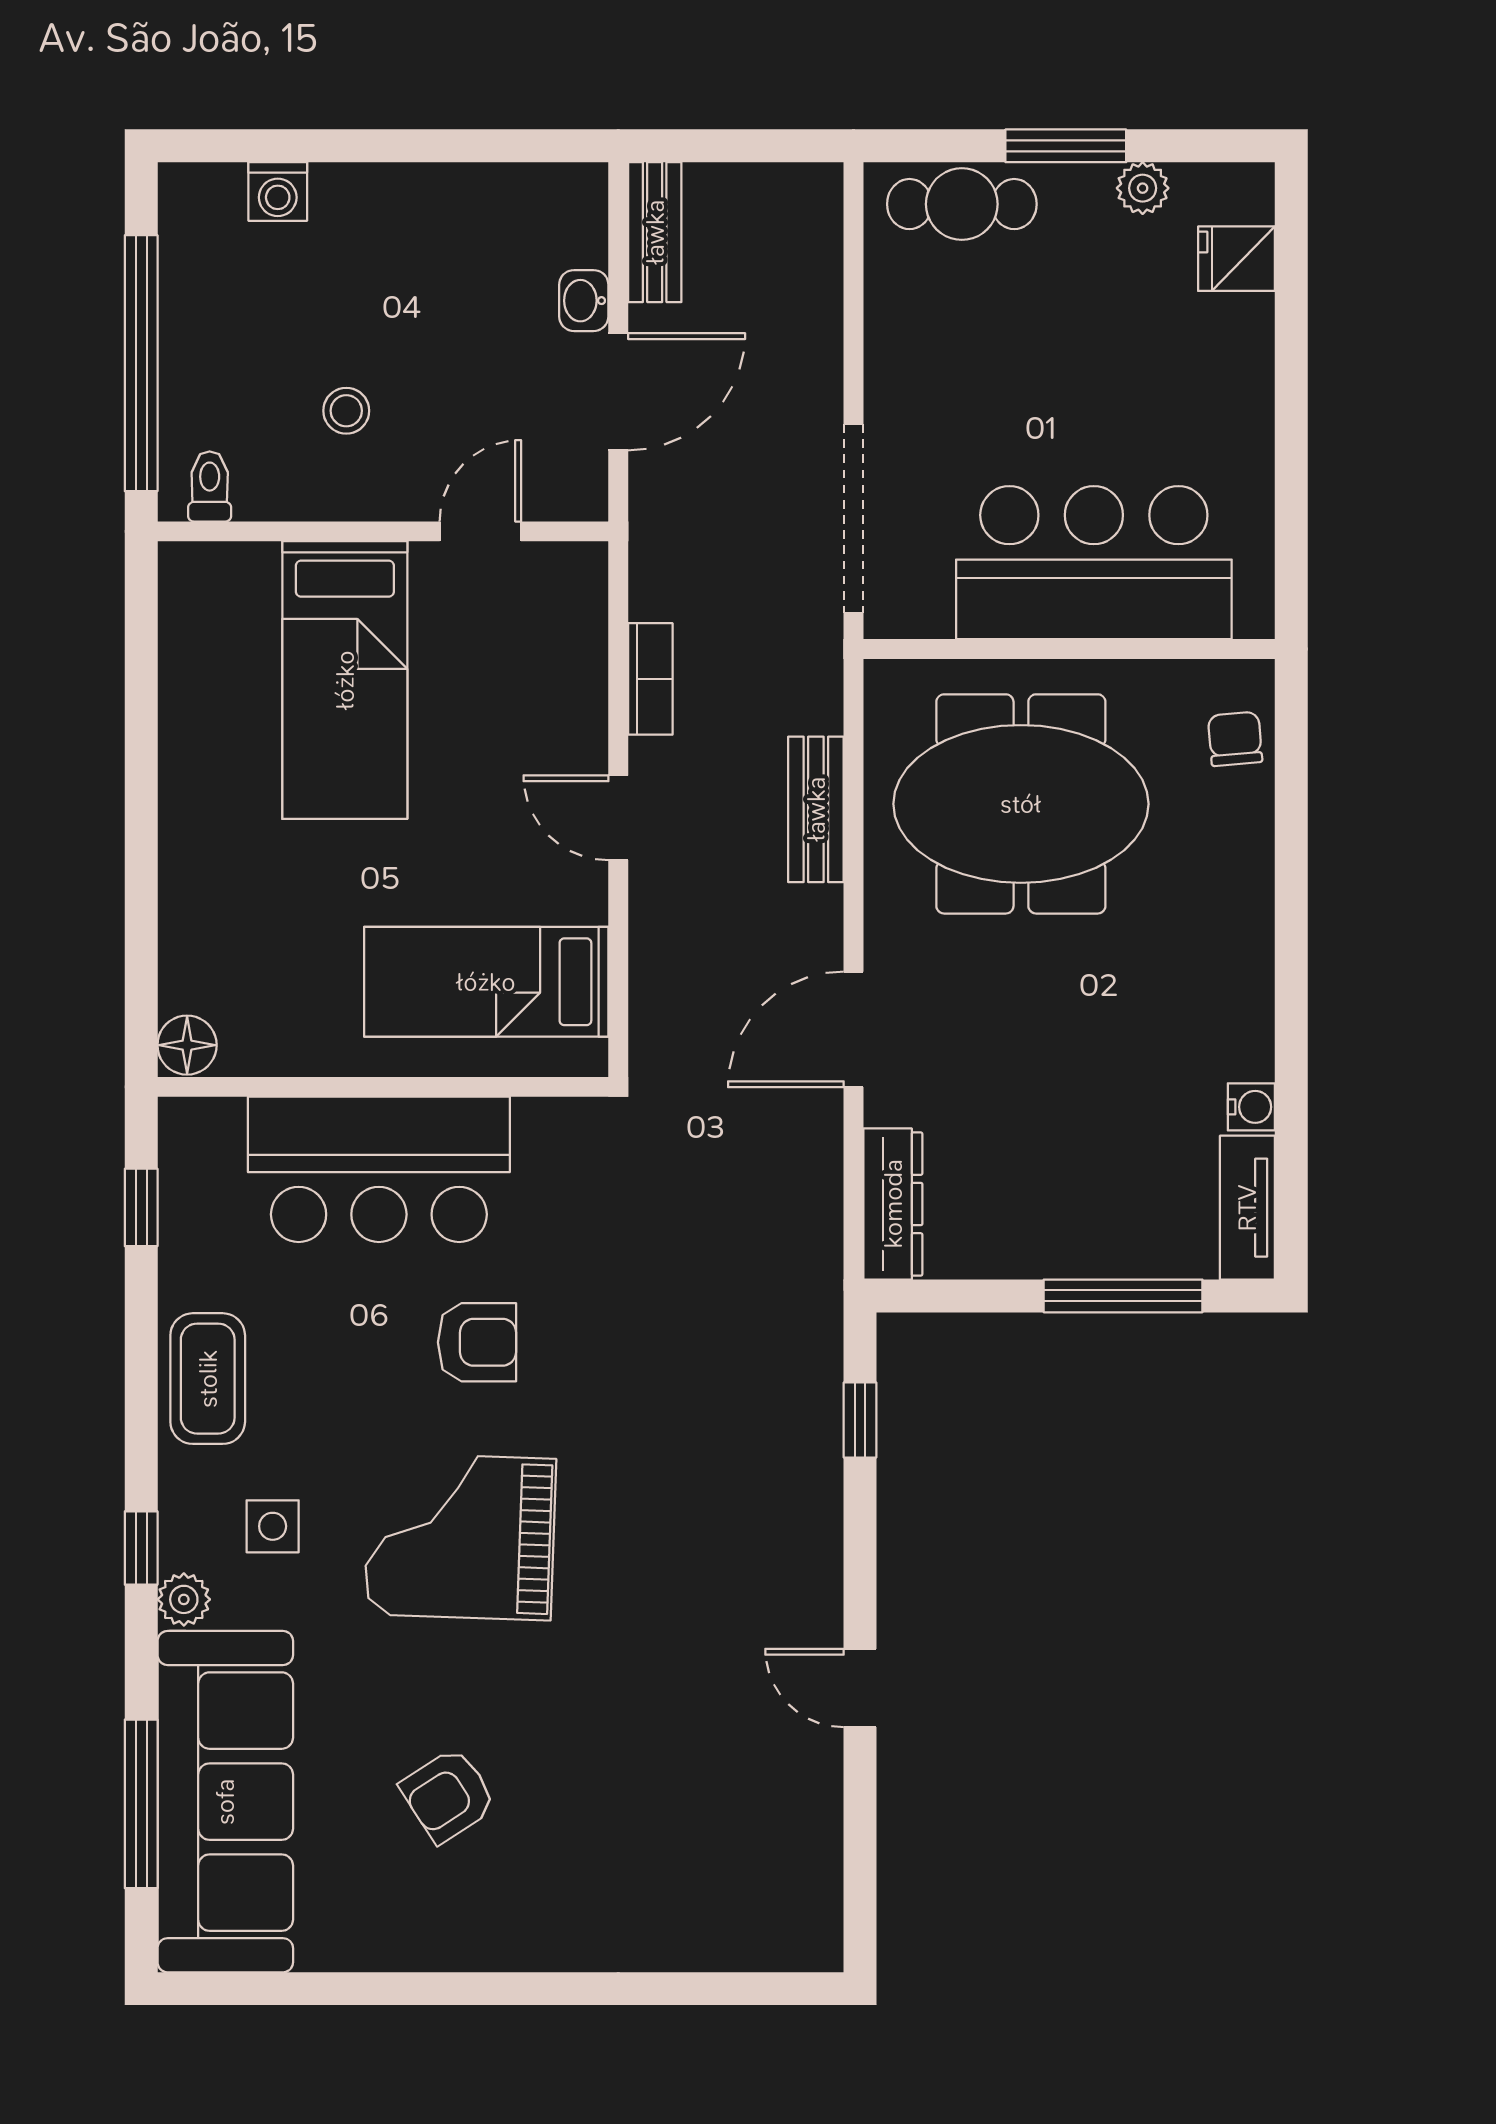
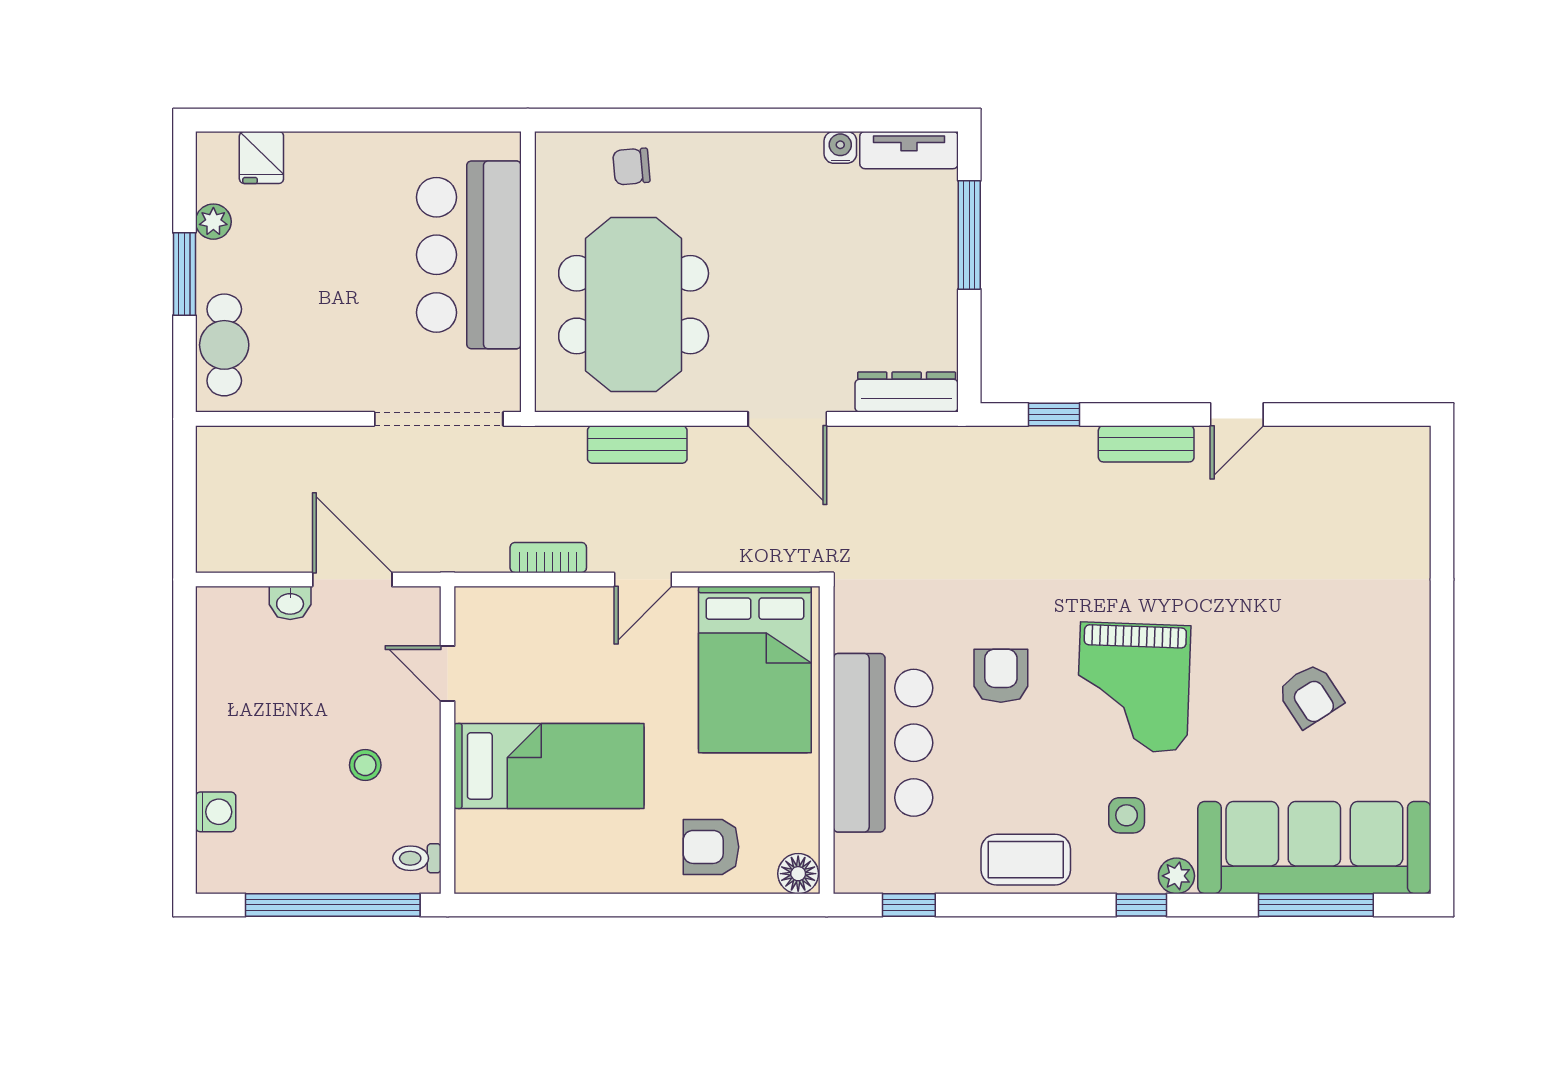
bench: (655, 232) -> (1146, 444), moved
chair: (1235, 739) -> (631, 166), moved
armchair: (226, 917) -> (711, 847), added
bed: (486, 982) -> (755, 669), width x1.50

